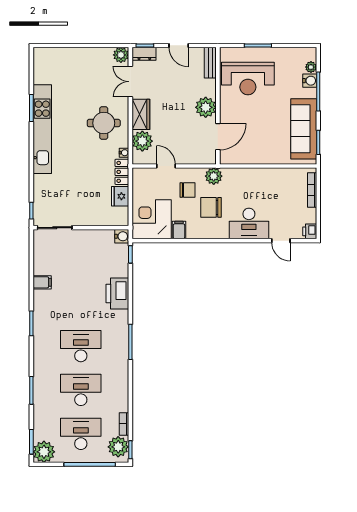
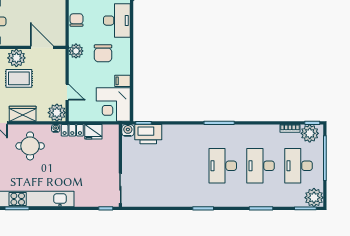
rug: (182, 110) -> (19, 78), added
plant: (142, 141) -> (57, 113), moved
door: (166, 166) -> (67, 92), swing flipped
chair: (187, 190) -> (76, 20), moved
filing cabinet: (42, 282) -> (168, 199), removed
printer: (117, 293) -> (148, 134), moved

